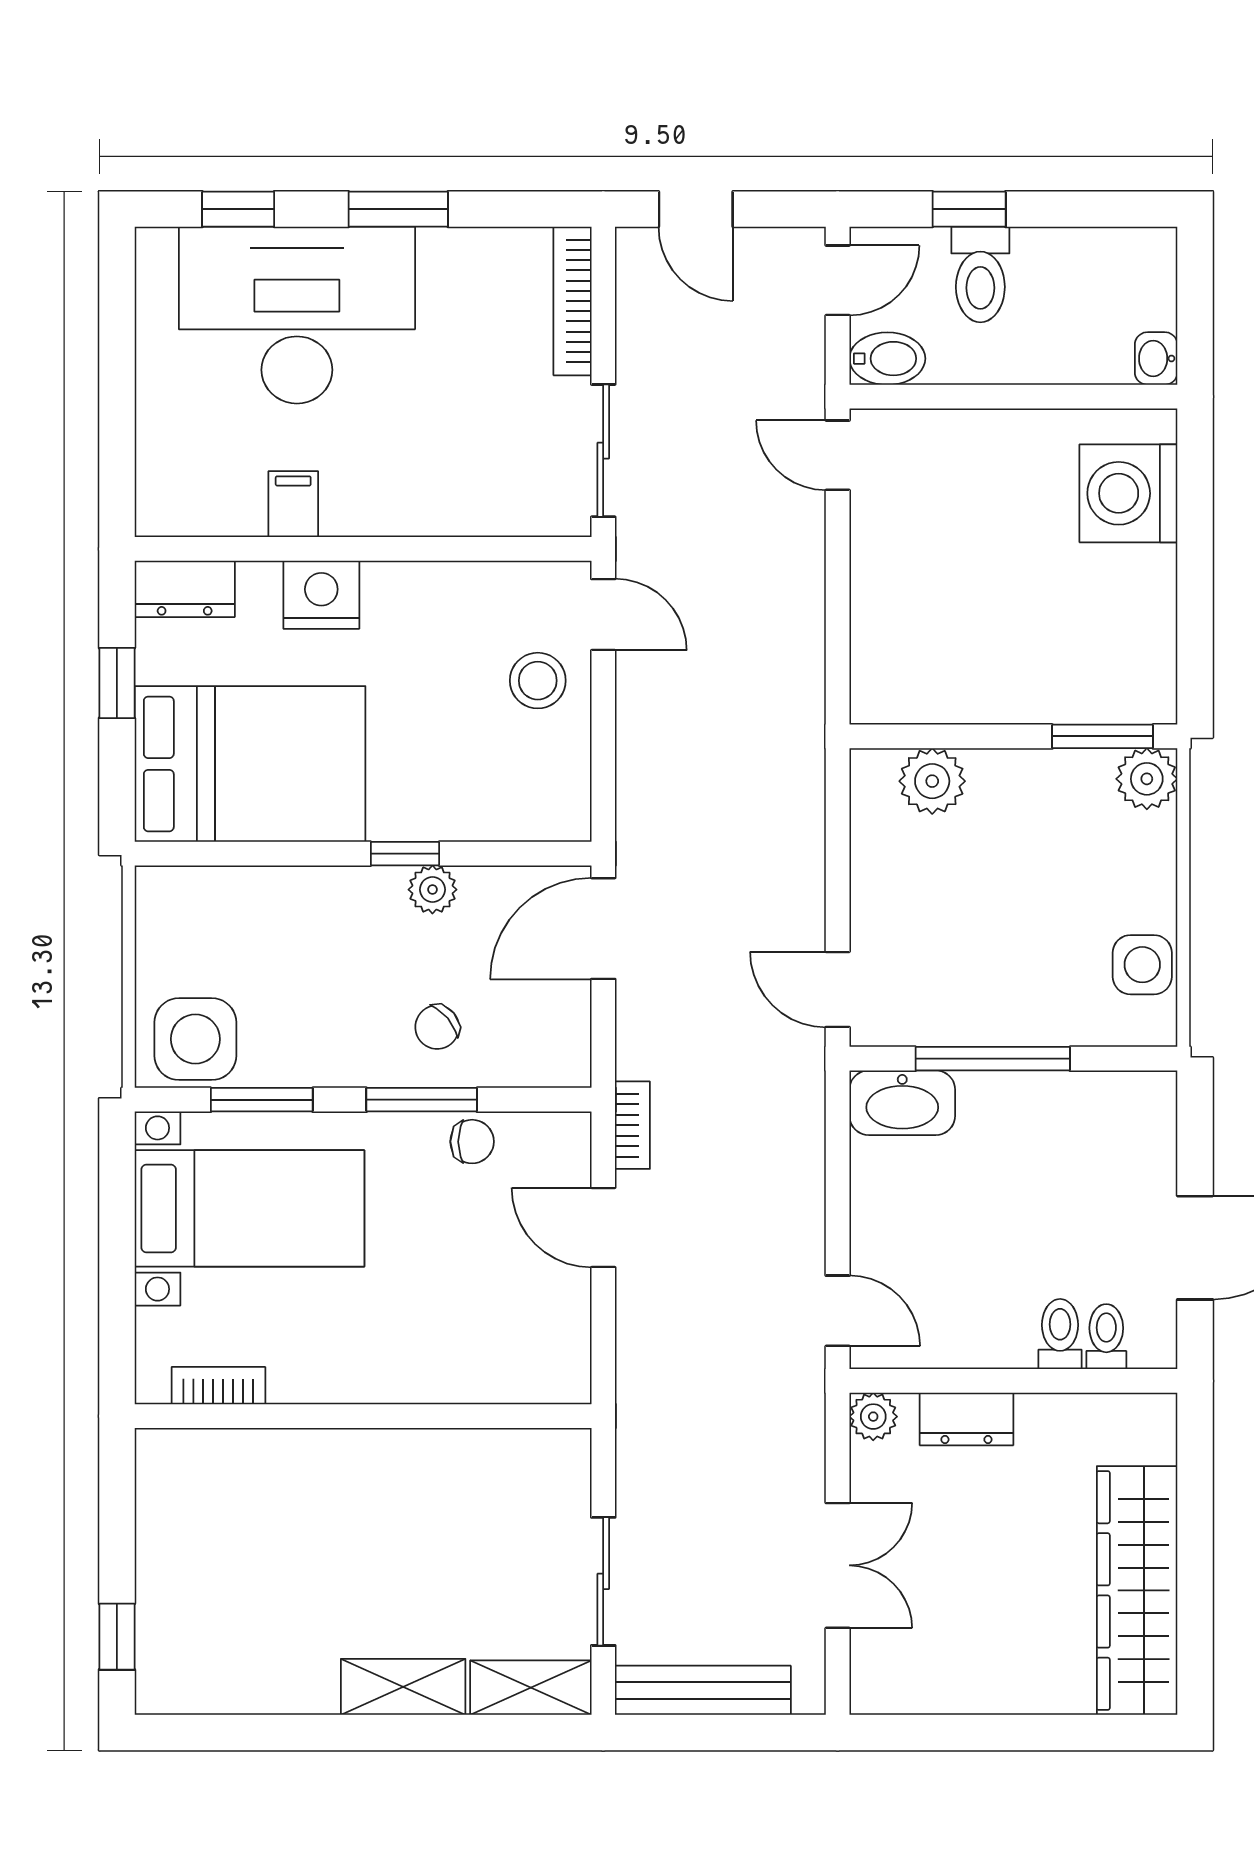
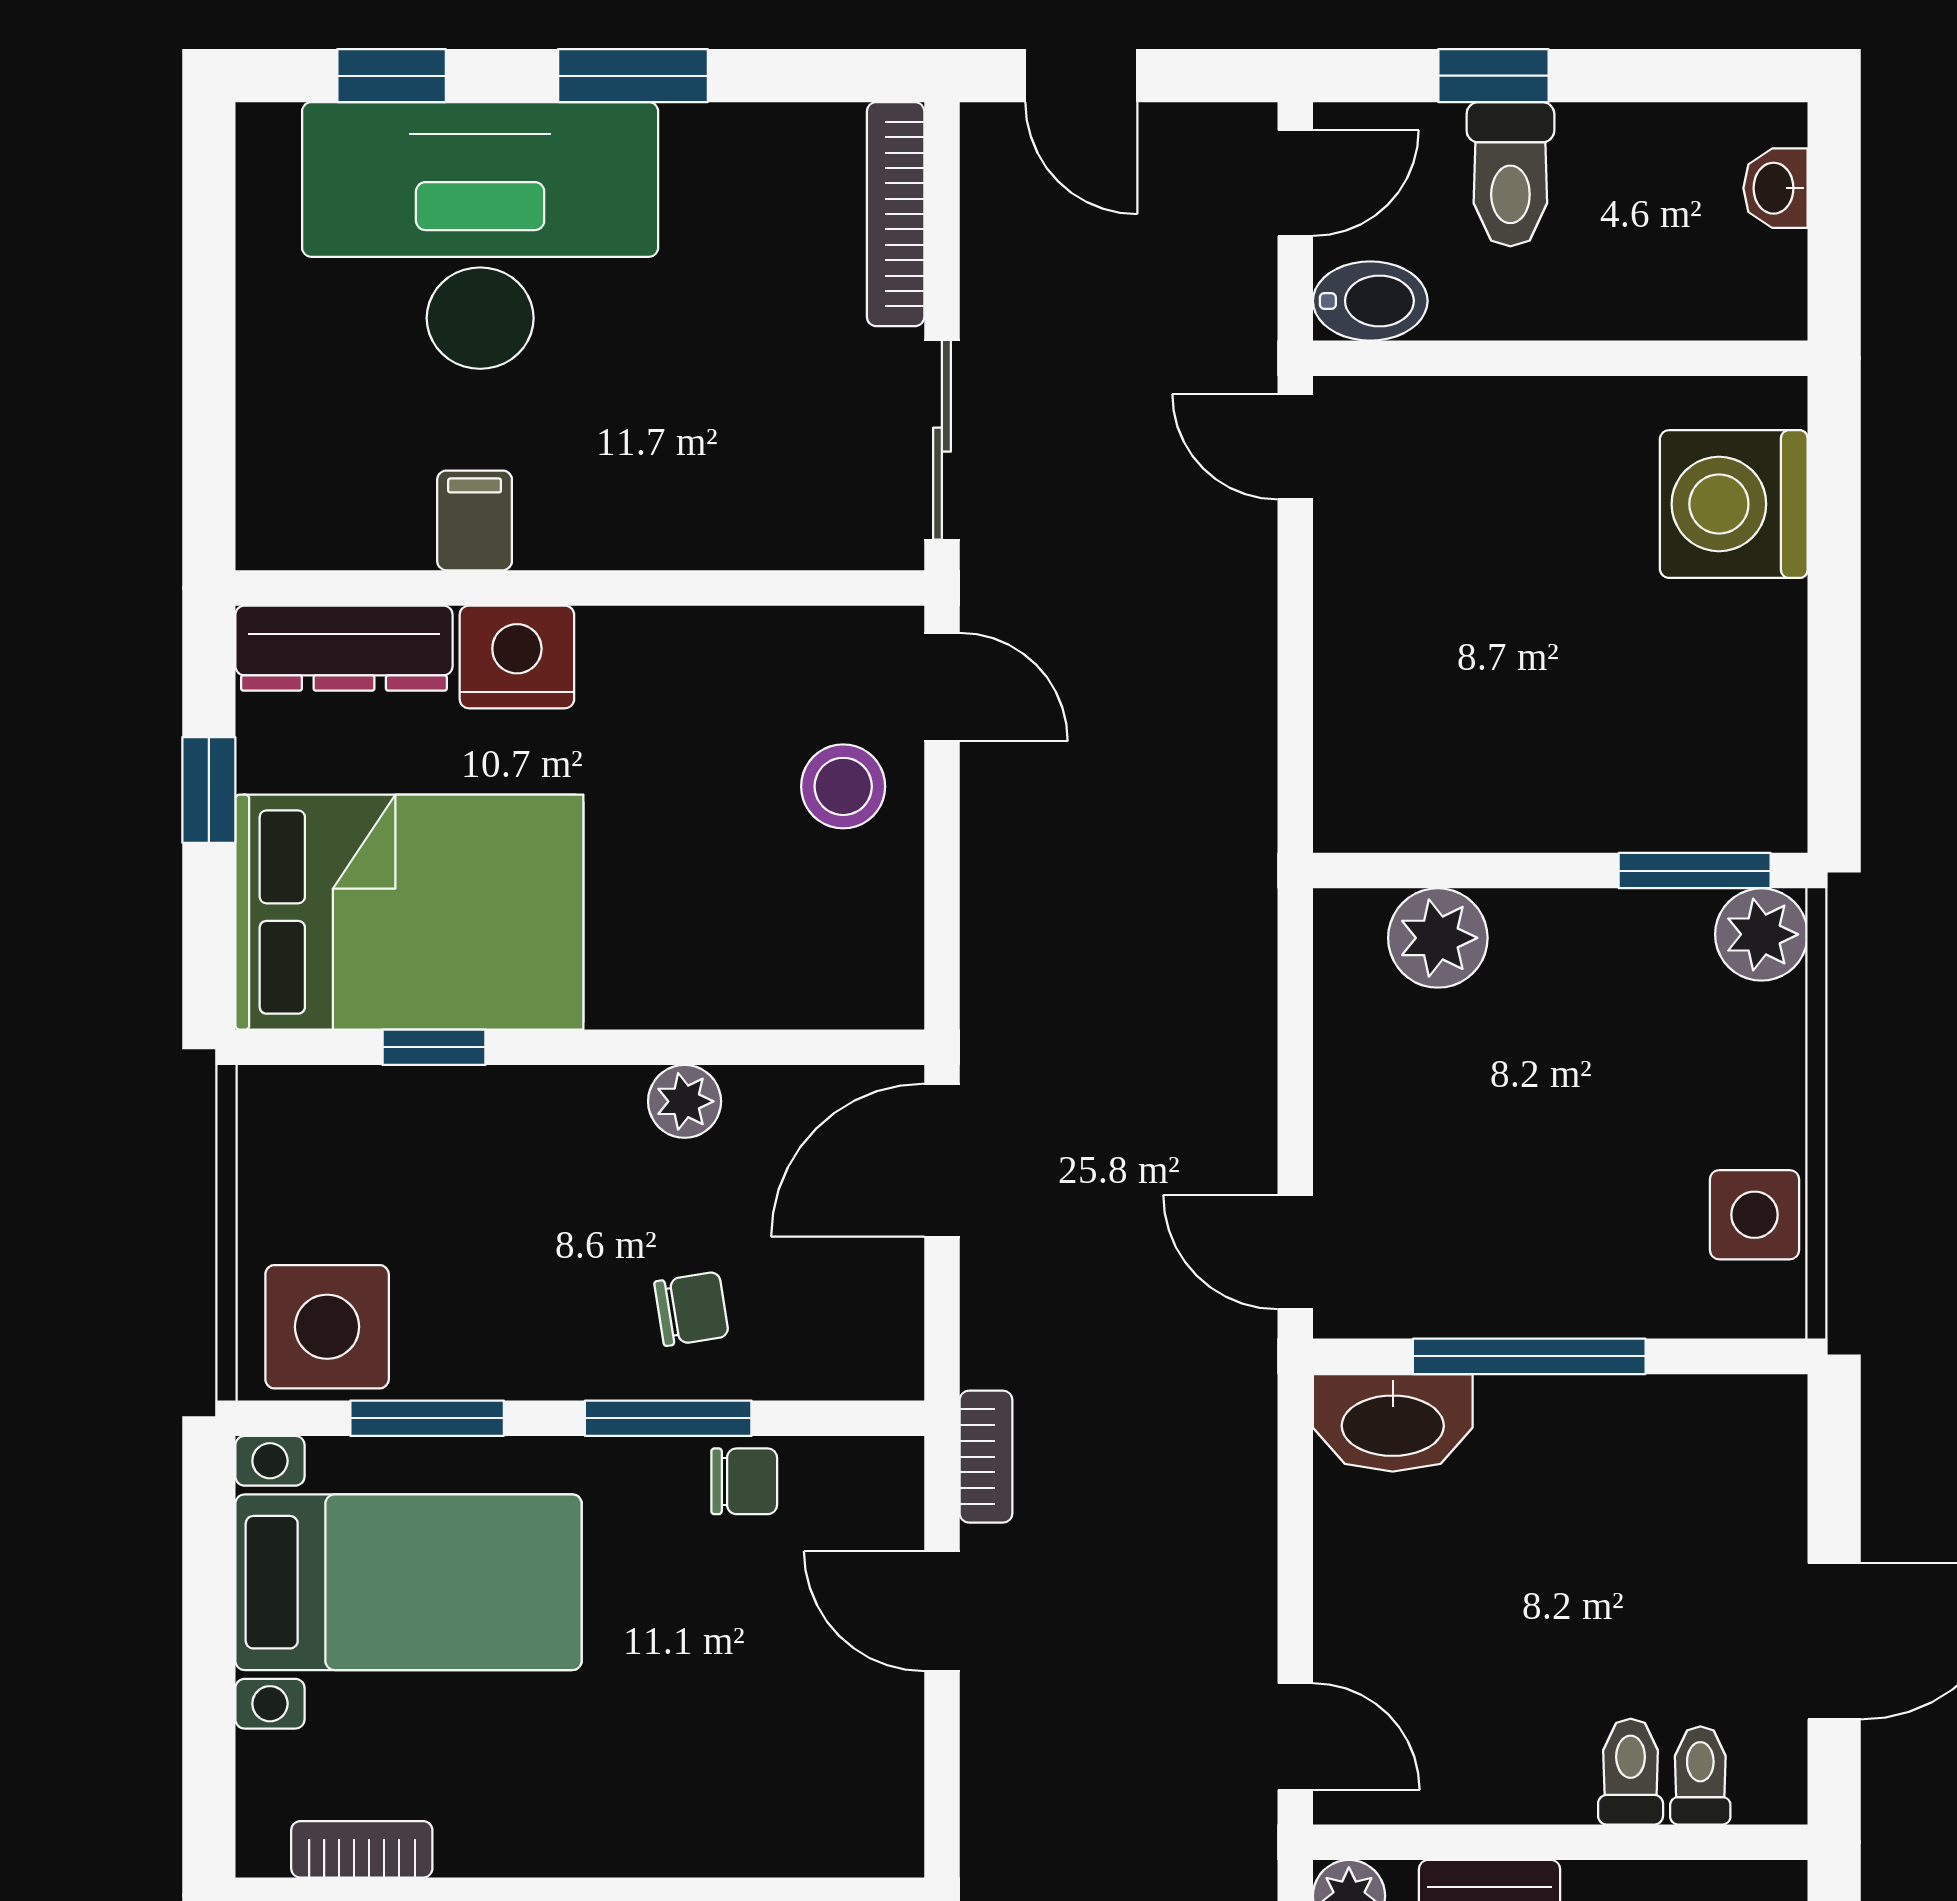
washbasin: (1156, 358) -> (1775, 188), moved
dresser: (185, 589) -> (344, 648), width x1.44
window: (405, 854) -> (434, 1047), moved
chair: (437, 1027) -> (691, 1309), turned -149

